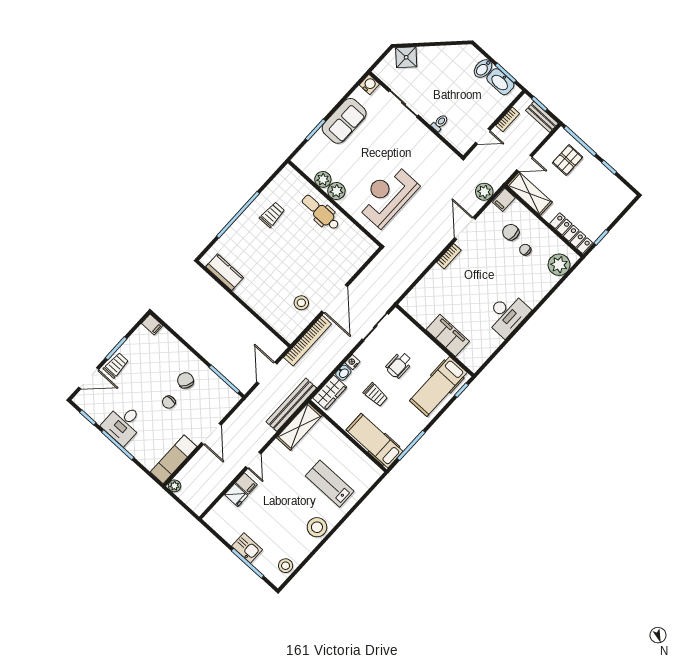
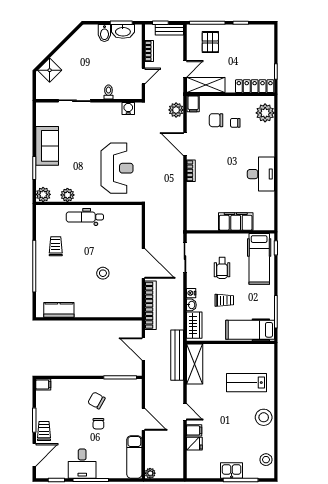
water cooler: (369, 85) -> (128, 108), moved
plant: (336, 191) -> (43, 194), moved
reception desk: (387, 196) -> (117, 168), turned 180
stool: (301, 303) -> (103, 273), moved

